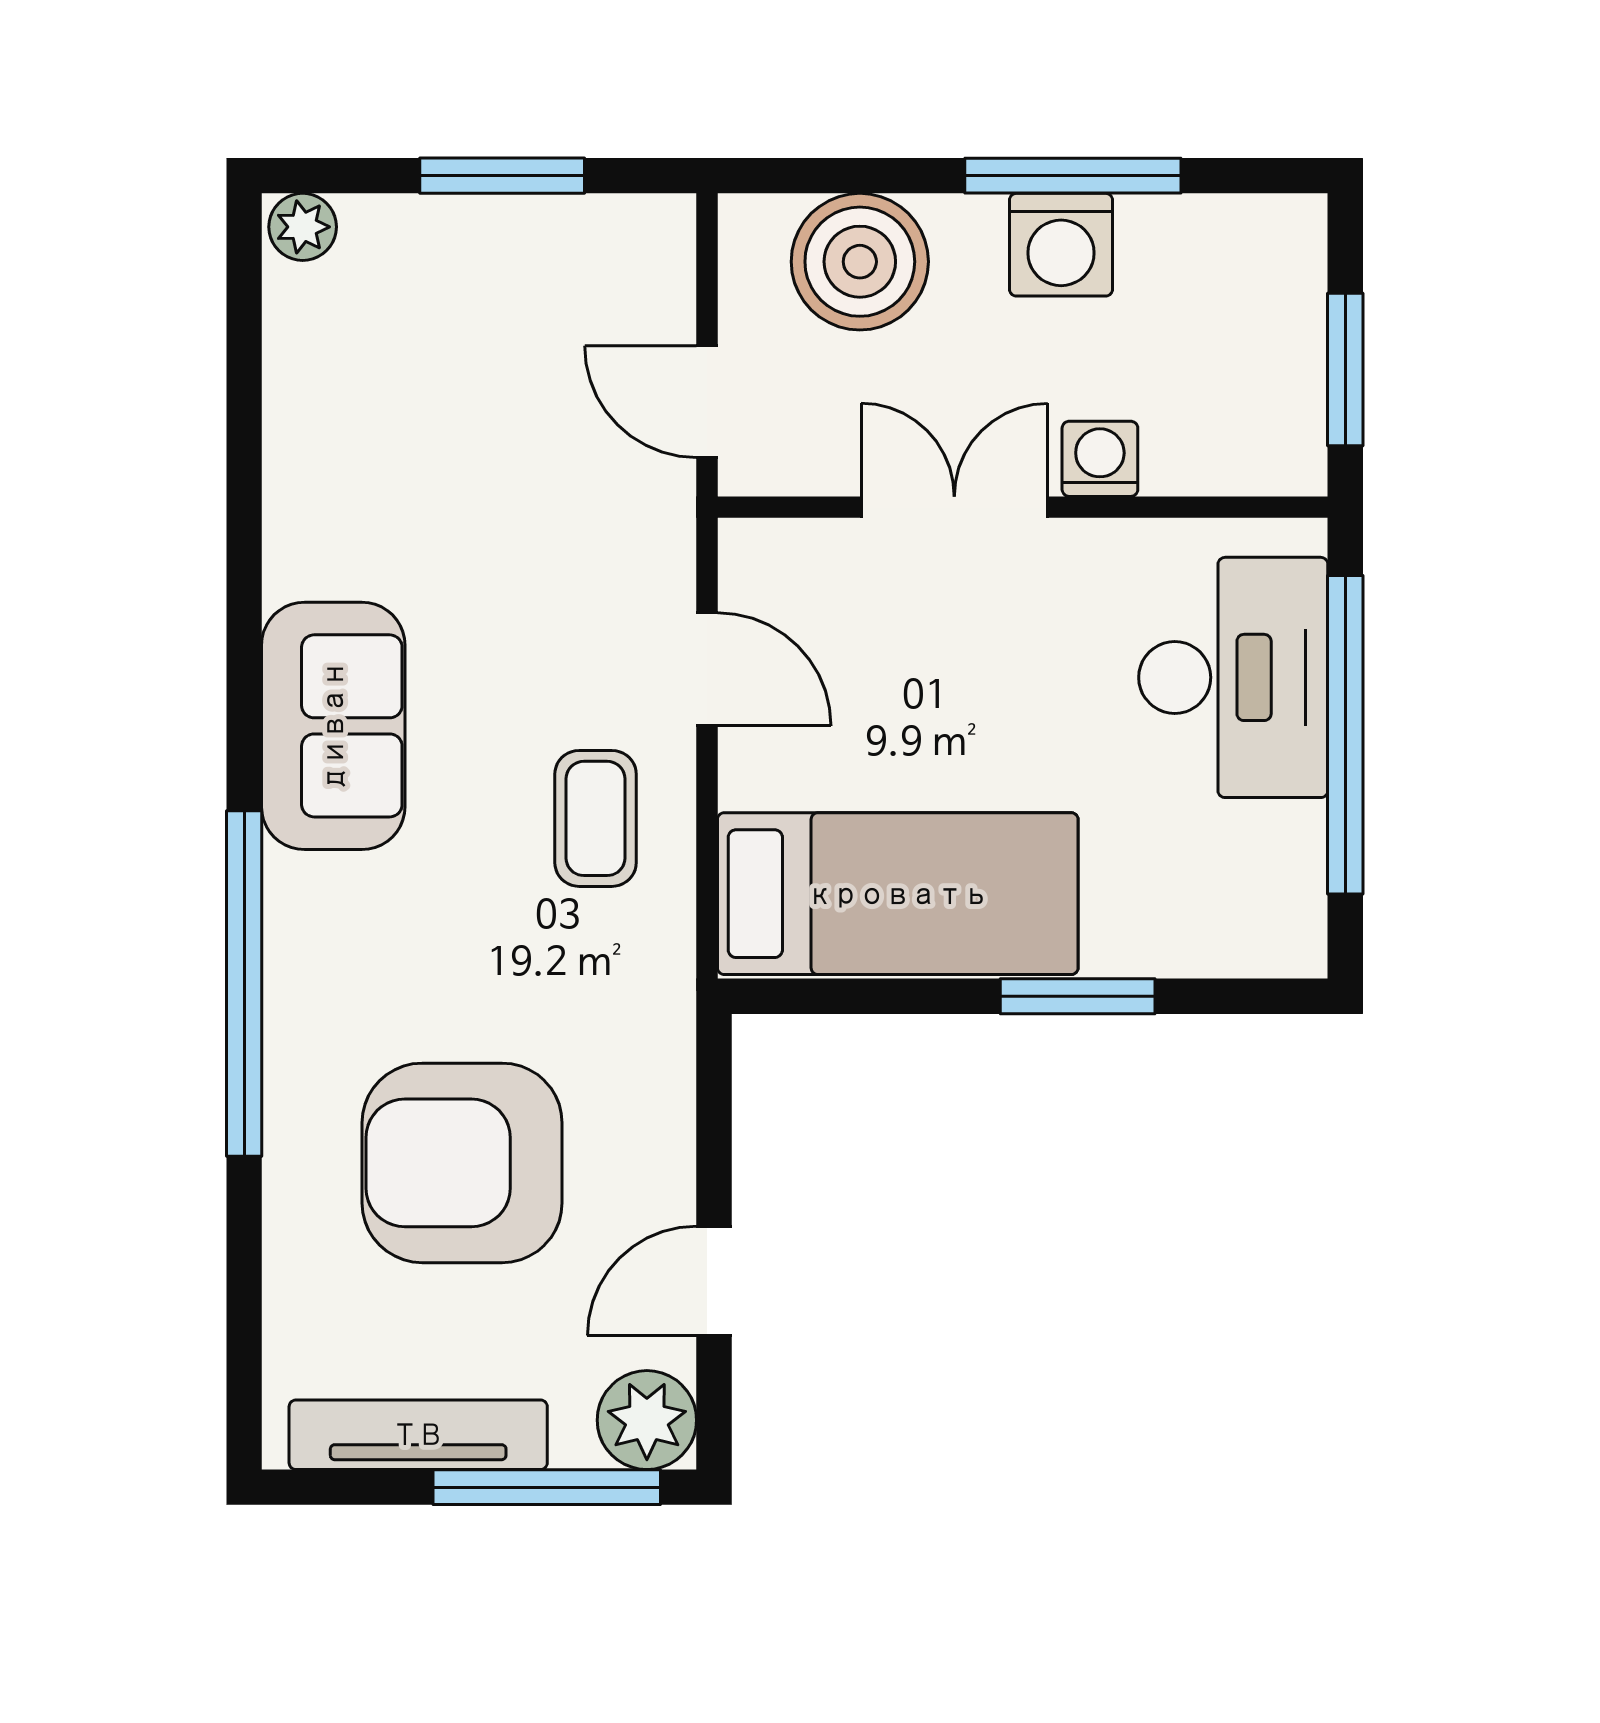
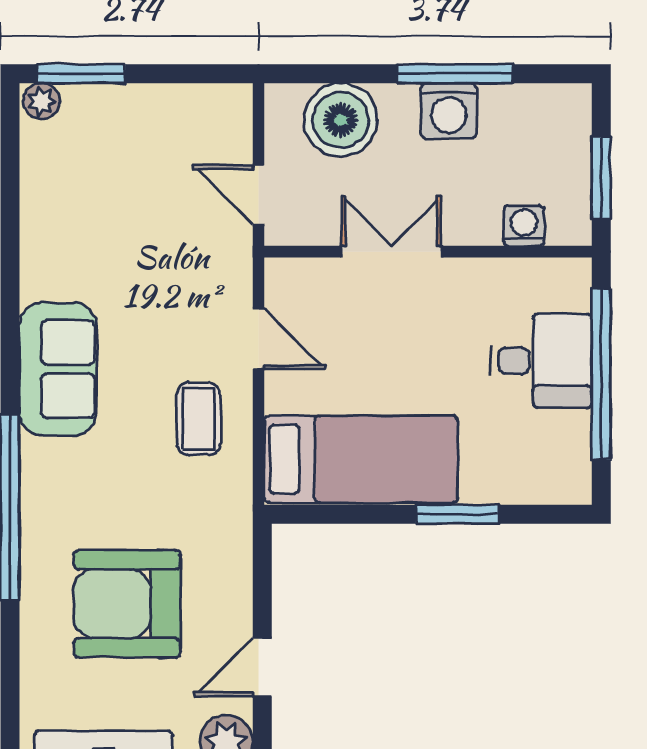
window: (502, 176) -> (81, 74), moved
washing machine: (1100, 459) -> (524, 226), moved
desk: (1233, 677) -> (541, 361), width x0.73

